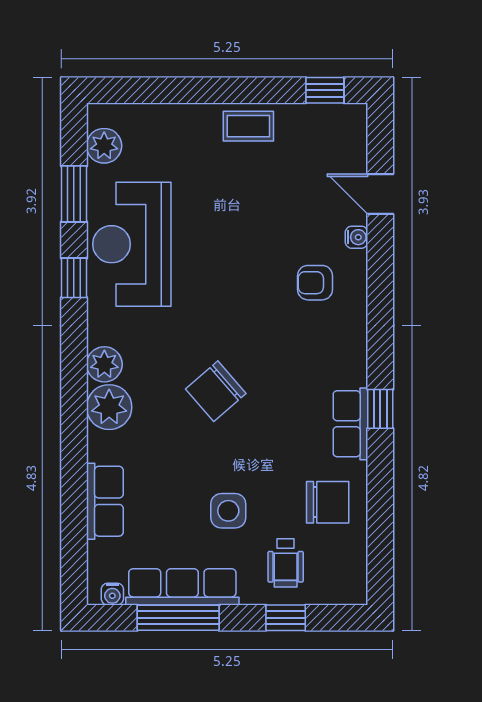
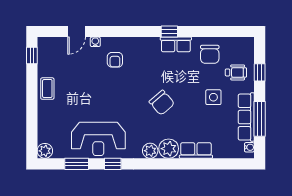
plant: (104, 146) -> (45, 151), moved
row of seats: (105, 501) -> (196, 151), moved
chair: (328, 502) -> (210, 54), turned 180

